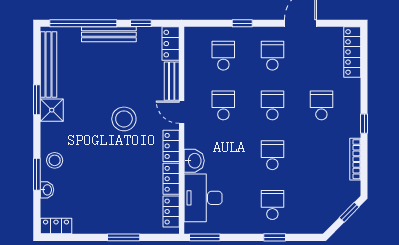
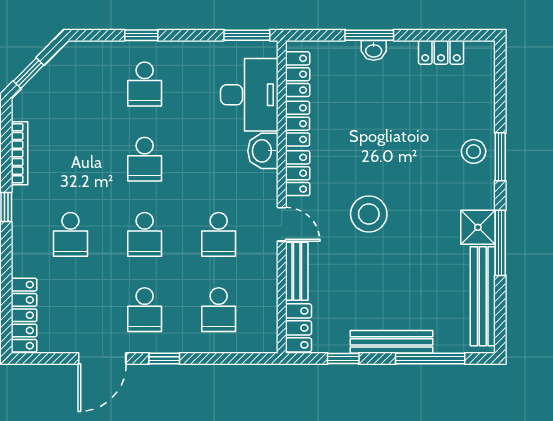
window: (83, 23) -> (430, 359), width x0.68
window: (242, 23) -> (164, 359), moved
window: (37, 100) -> (500, 243), width x1.44
window: (37, 174) -> (500, 157), moved
washbasin: (47, 190) -> (374, 50), moved, turned -90
locker: (56, 226) -> (441, 52), moved

